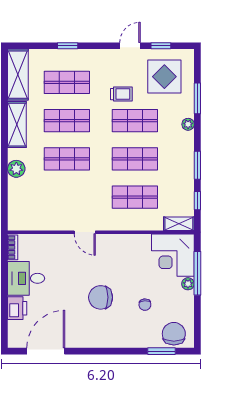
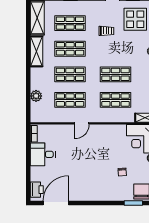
shop shelf: (135, 121) -> (70, 100), moved
plant: (16, 169) -> (36, 96), moved
door: (85, 232) -> (82, 123), hinge flipped
chair: (101, 297) -> (93, 167), removed
printer: (17, 308) -> (37, 190), moved

